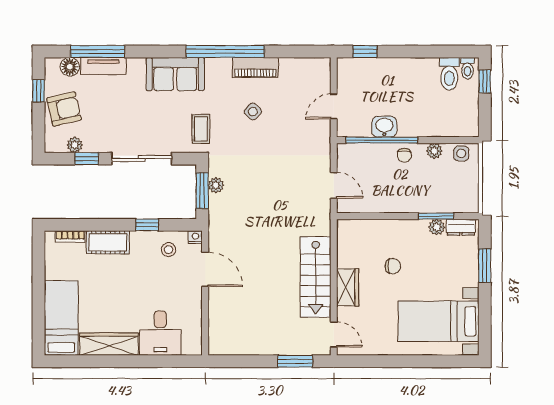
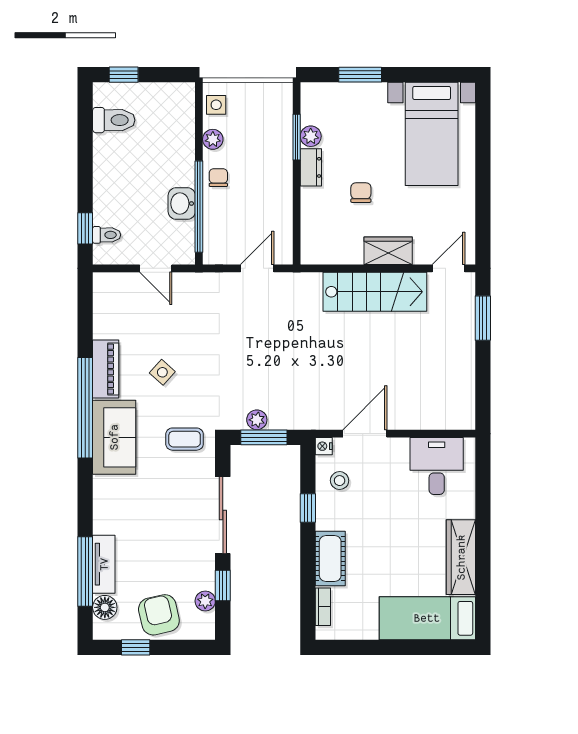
toilet: (467, 68) -> (107, 235), moved
sofa: (175, 74) -> (114, 437), moved
chair: (404, 155) -> (218, 178), turned -90
dresser: (461, 227) -> (311, 167), moved
desk: (160, 333) -> (437, 466), moved, turned -90

